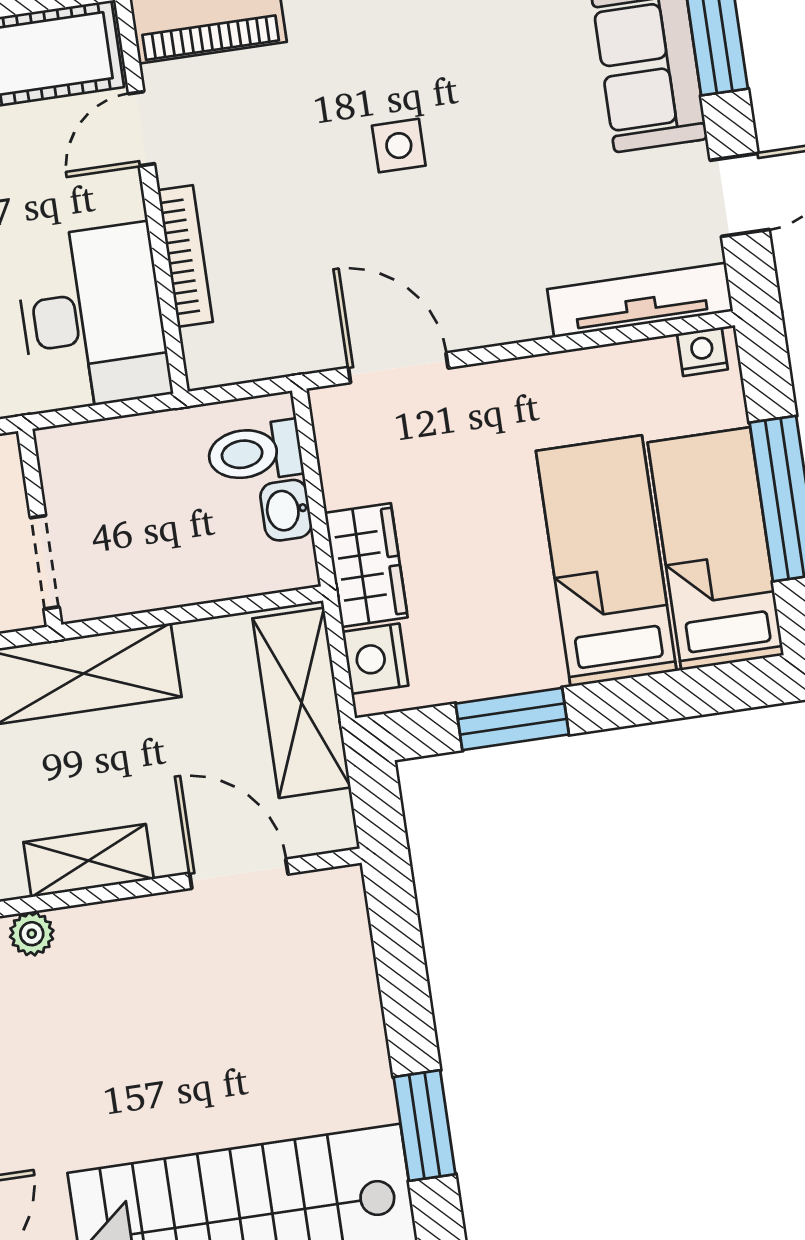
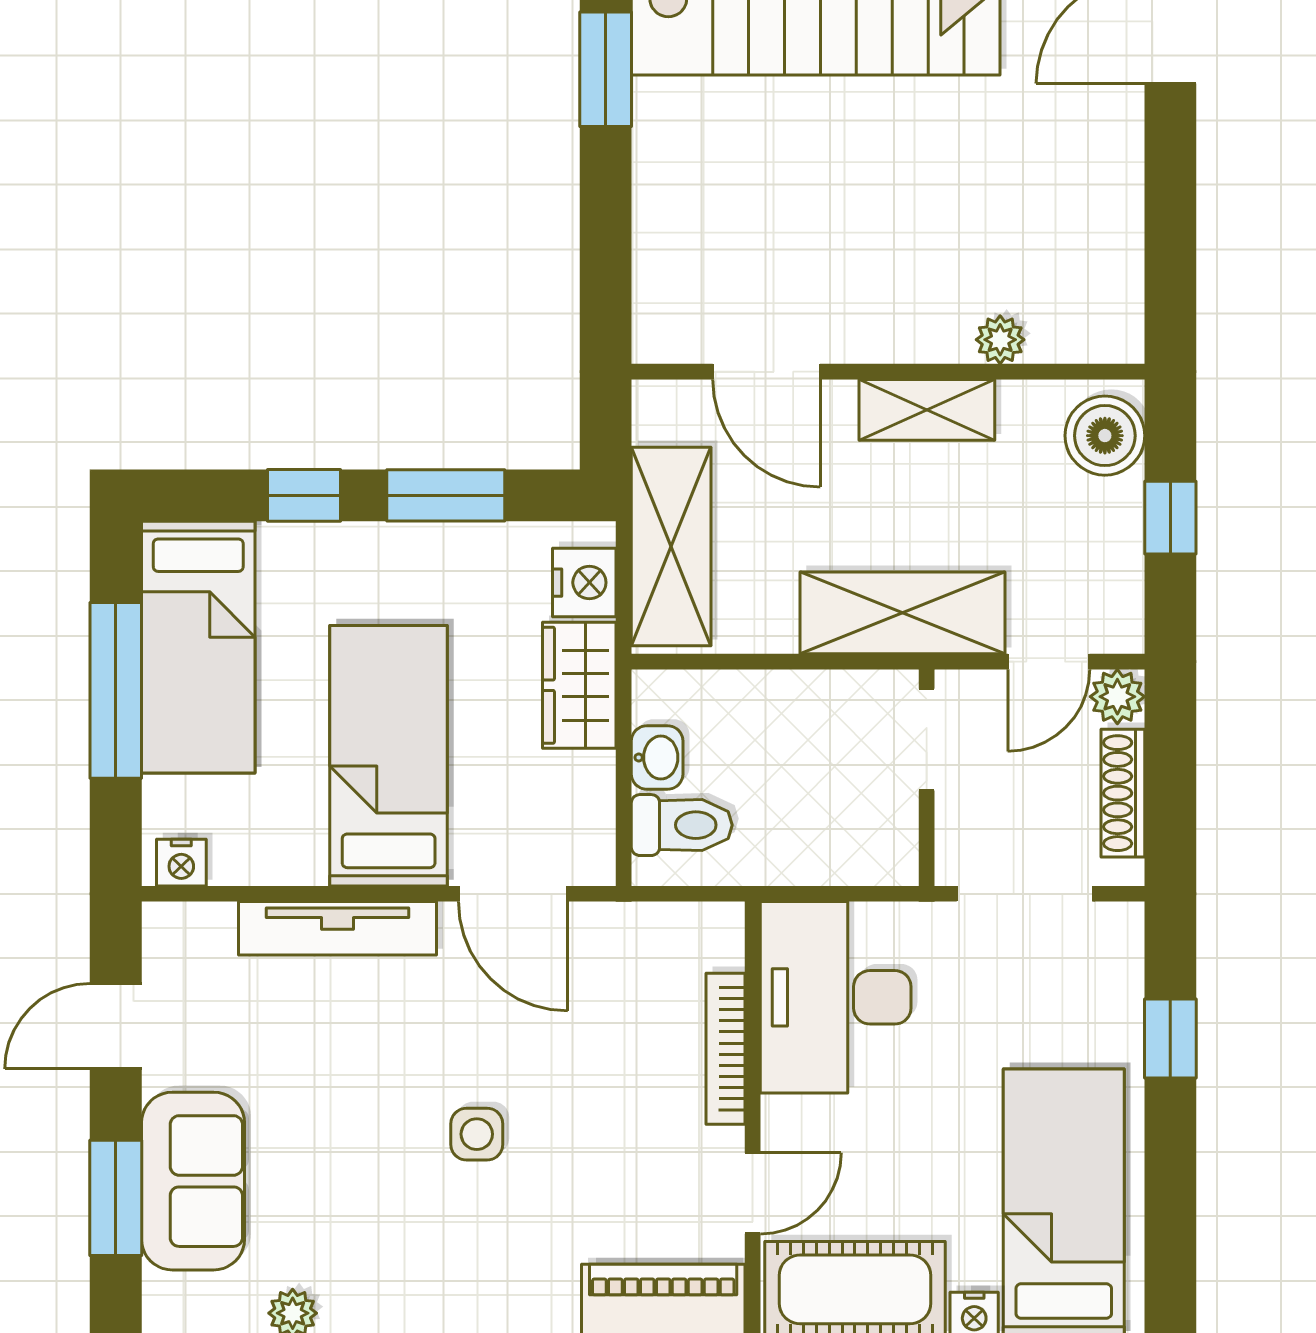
tv unit: (640, 300) -> (338, 928), moved
bed: (606, 561) -> (389, 756), moved, turned 180
window: (640, 700) -> (304, 495), added

